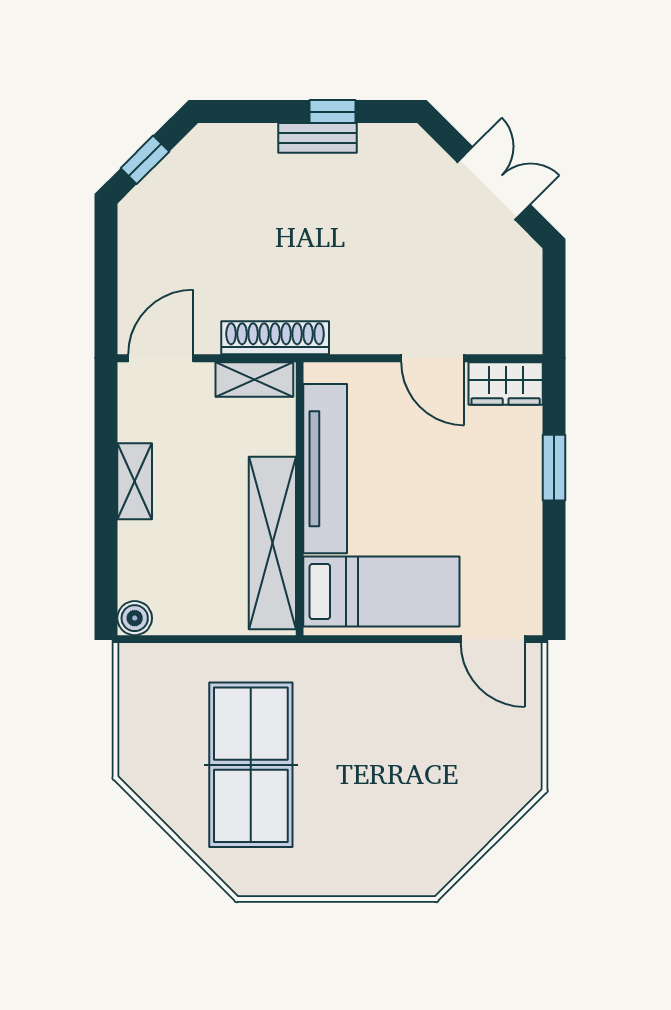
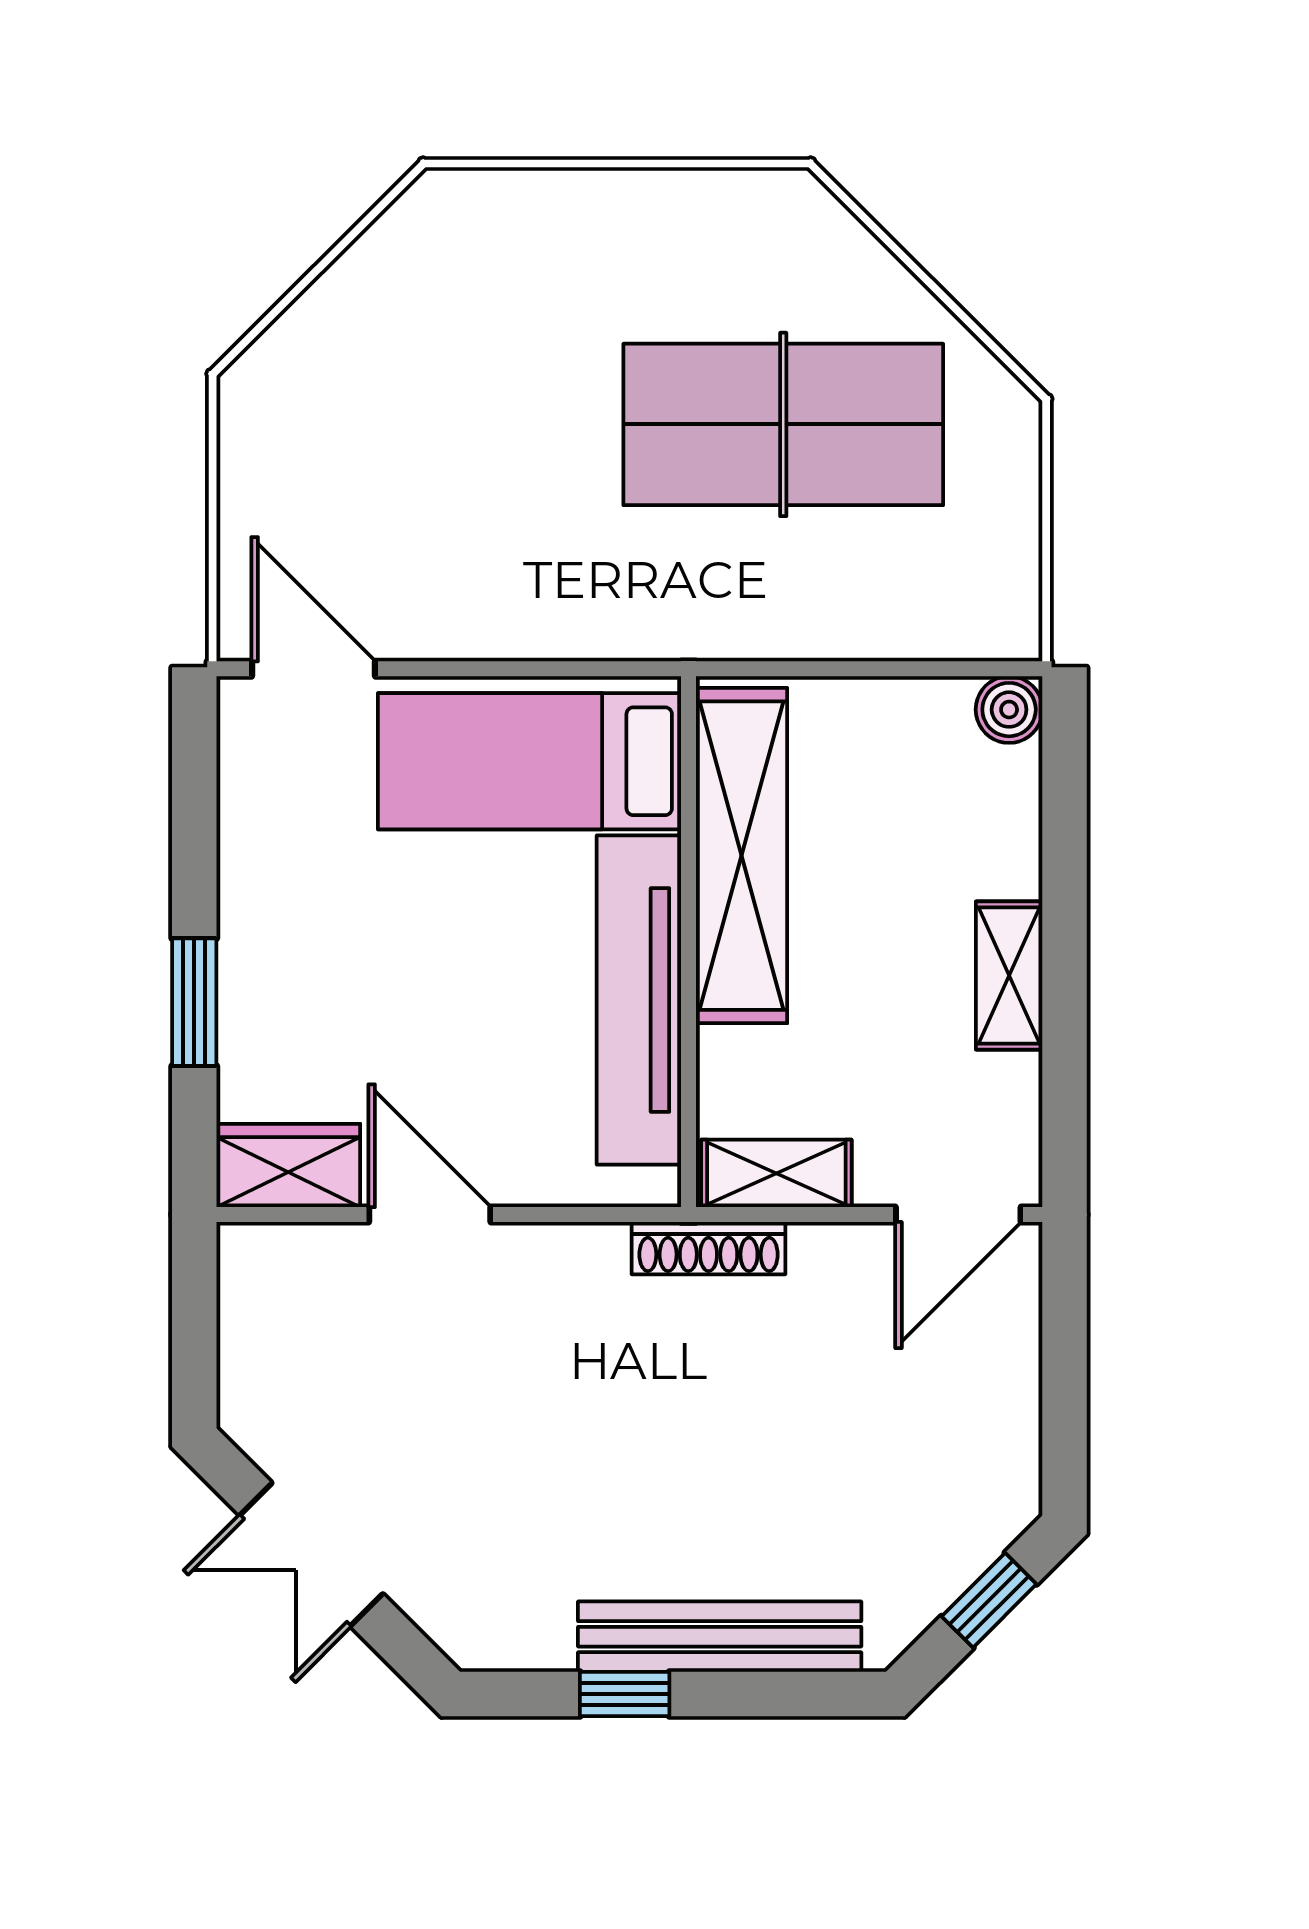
bench: (317, 138) -> (720, 1637), width x1.86, depth x1.21
shoe rack: (275, 338) -> (709, 1248), width x0.74, depth x0.81
table tennis table: (251, 765) -> (783, 424), turned 90

